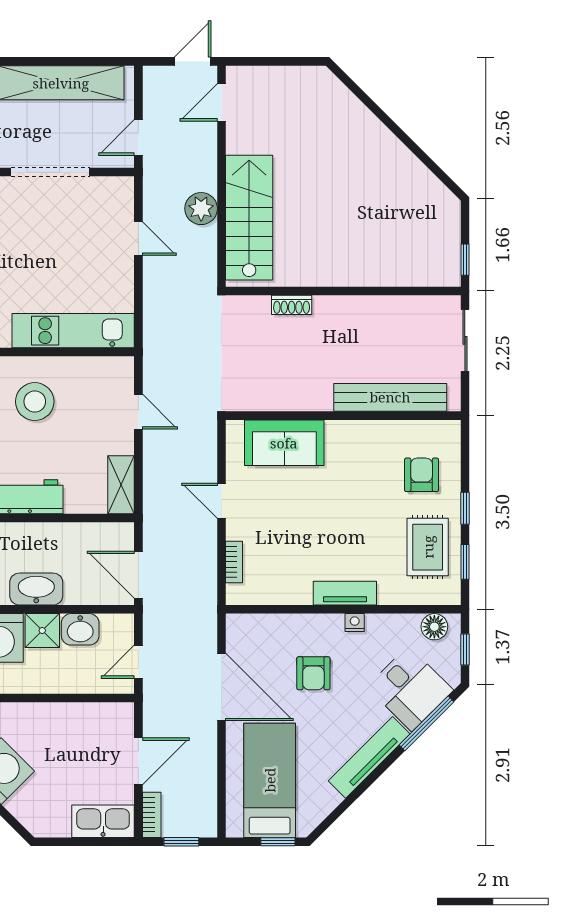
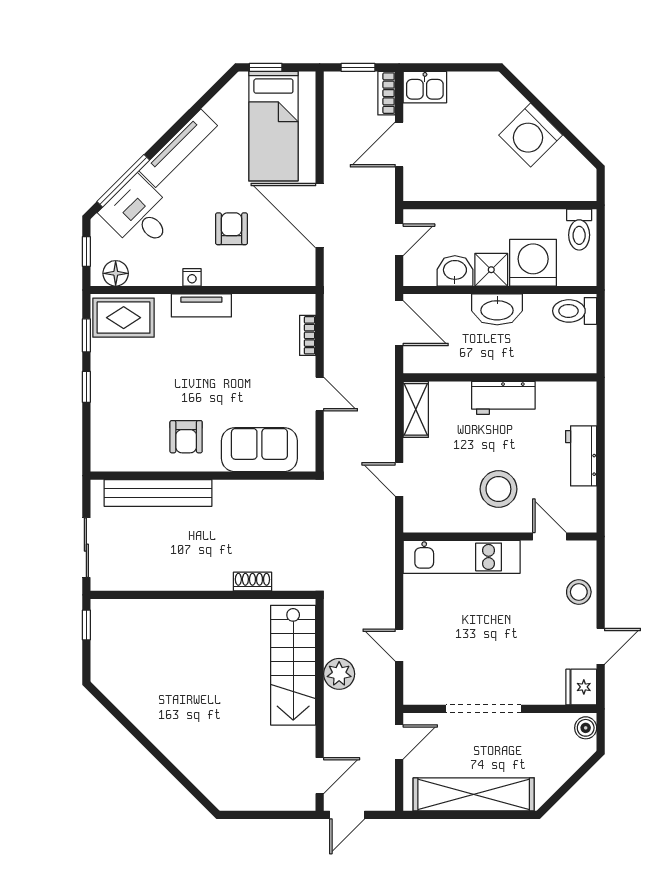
armchair: (422, 475) -> (186, 437), moved
rug: (428, 547) -> (124, 318), moved, turned 90
kitchen sink: (103, 821) -> (425, 87), width x0.73

